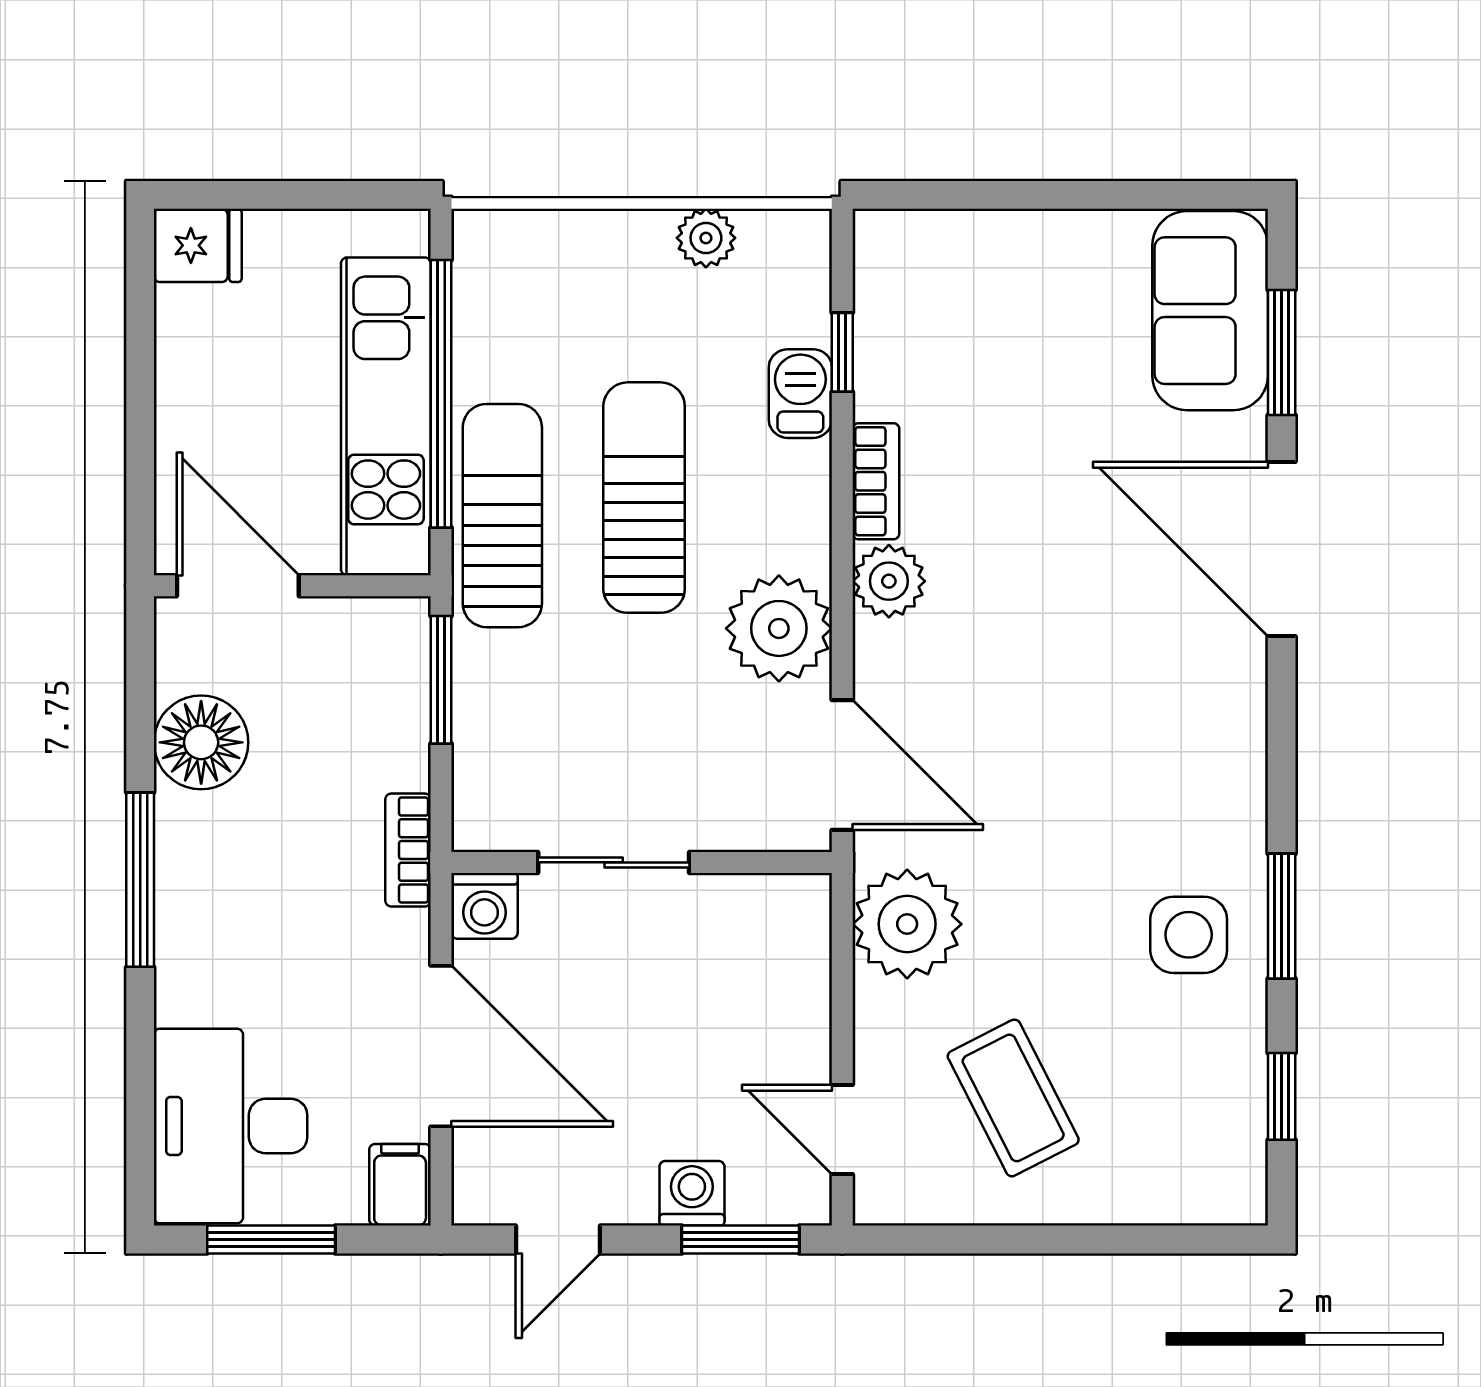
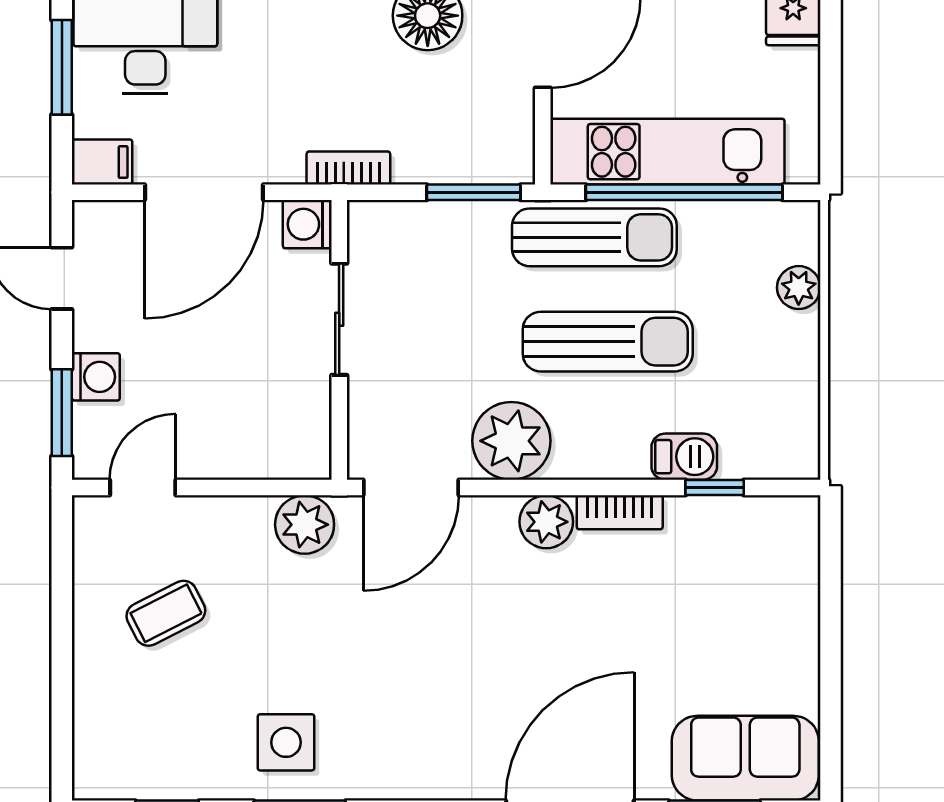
plant: (706, 238) -> (799, 288), moved
plant: (907, 924) -> (305, 525), width x0.73, depth x0.73
coffee table: (1013, 1098) -> (166, 613), width x0.73, depth x0.77

